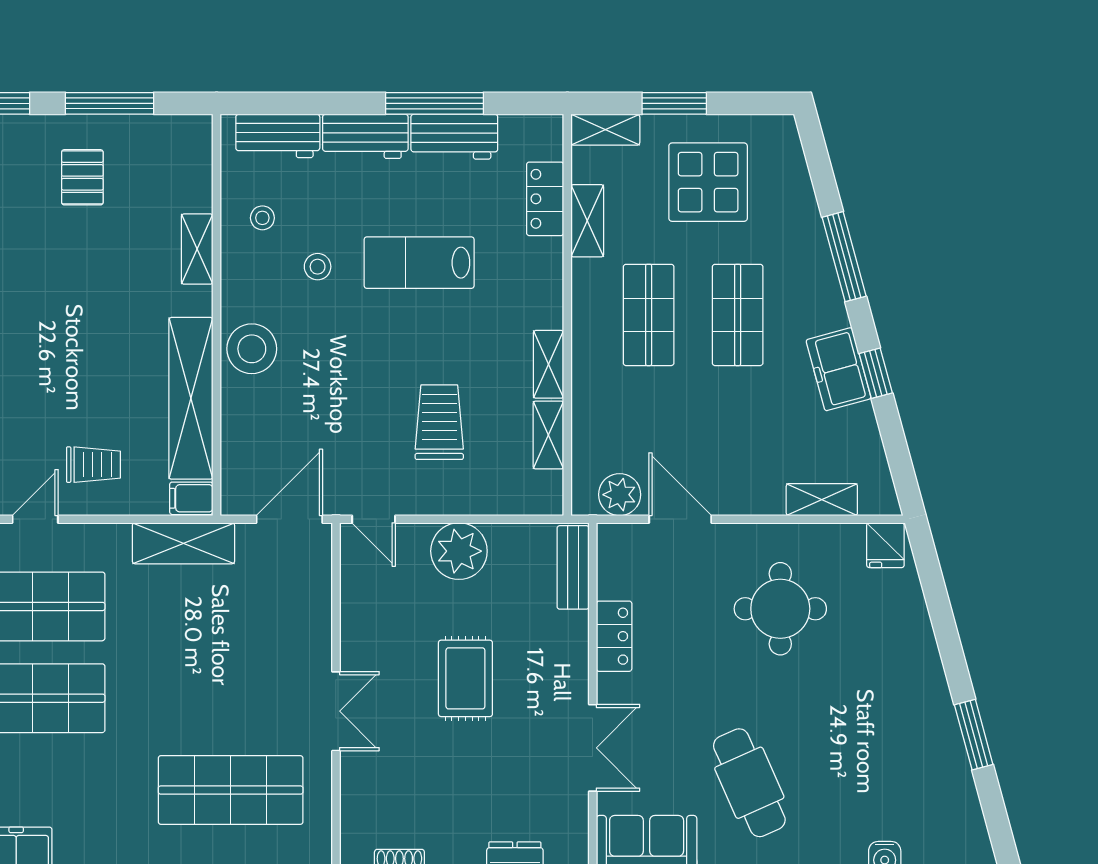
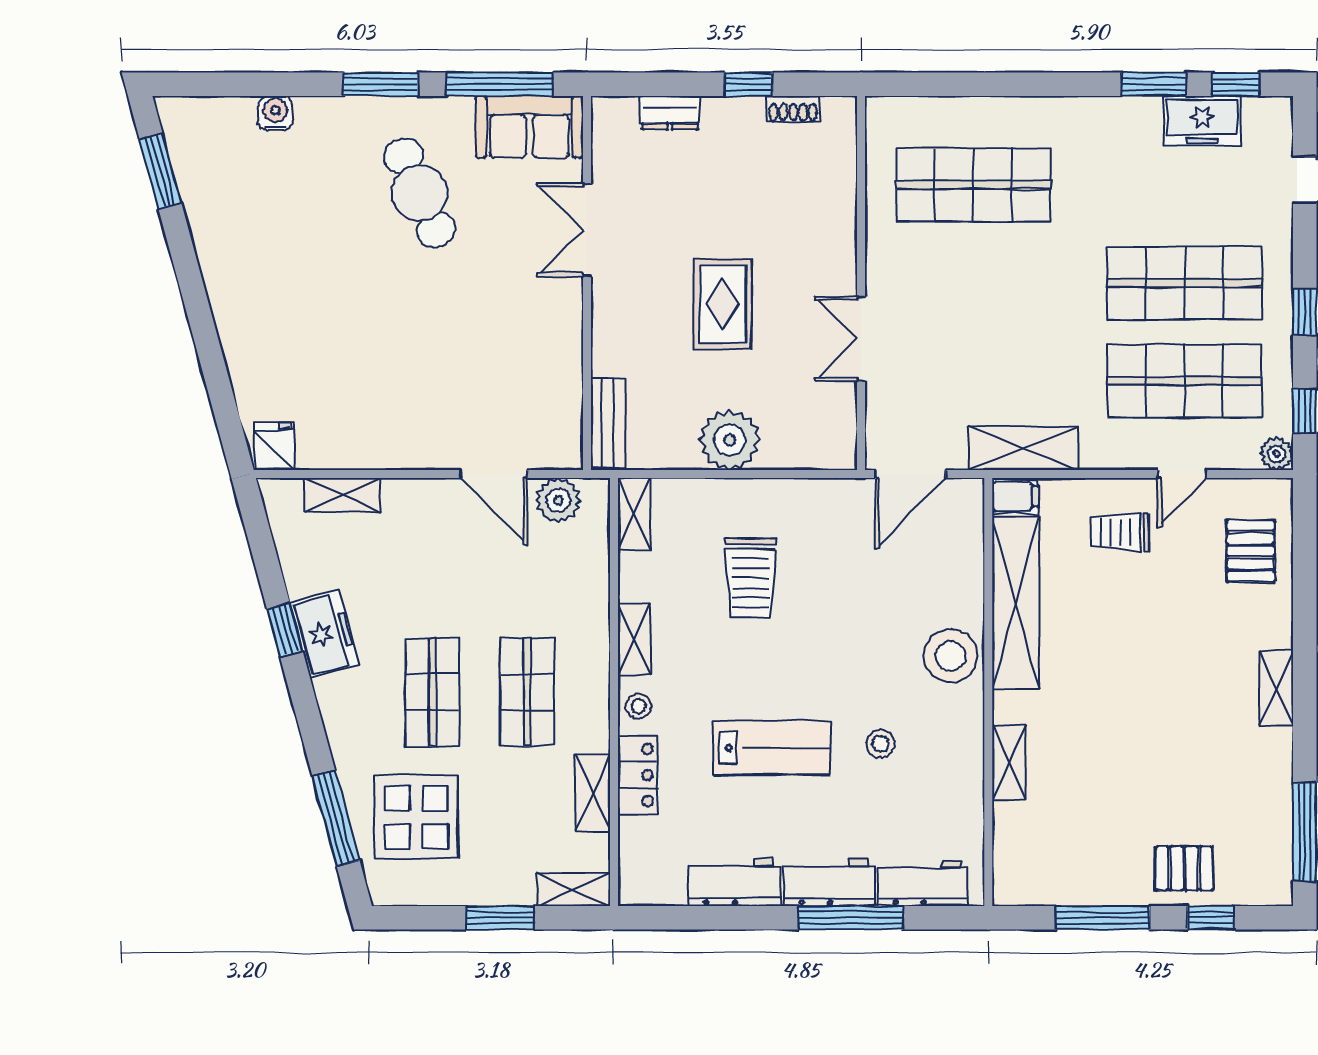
window: (435, 103) -> (851, 918), moved
pallet: (82, 177) -> (1184, 868), moved, turned 90
display table: (708, 182) -> (416, 817), moved
locker: (545, 199) -> (638, 775), moved
stool: (262, 218) -> (638, 706), moved
window: (844, 257) -> (336, 818), moved
shelving: (548, 435) -> (634, 514), moved
door: (374, 519) -> (821, 474), removed
round table: (780, 609) -> (387, 378), removed
locker: (614, 636) -> (564, 349), removed
double door: (336, 711) -> (861, 339), moved
window: (974, 735) -> (161, 171), moved

